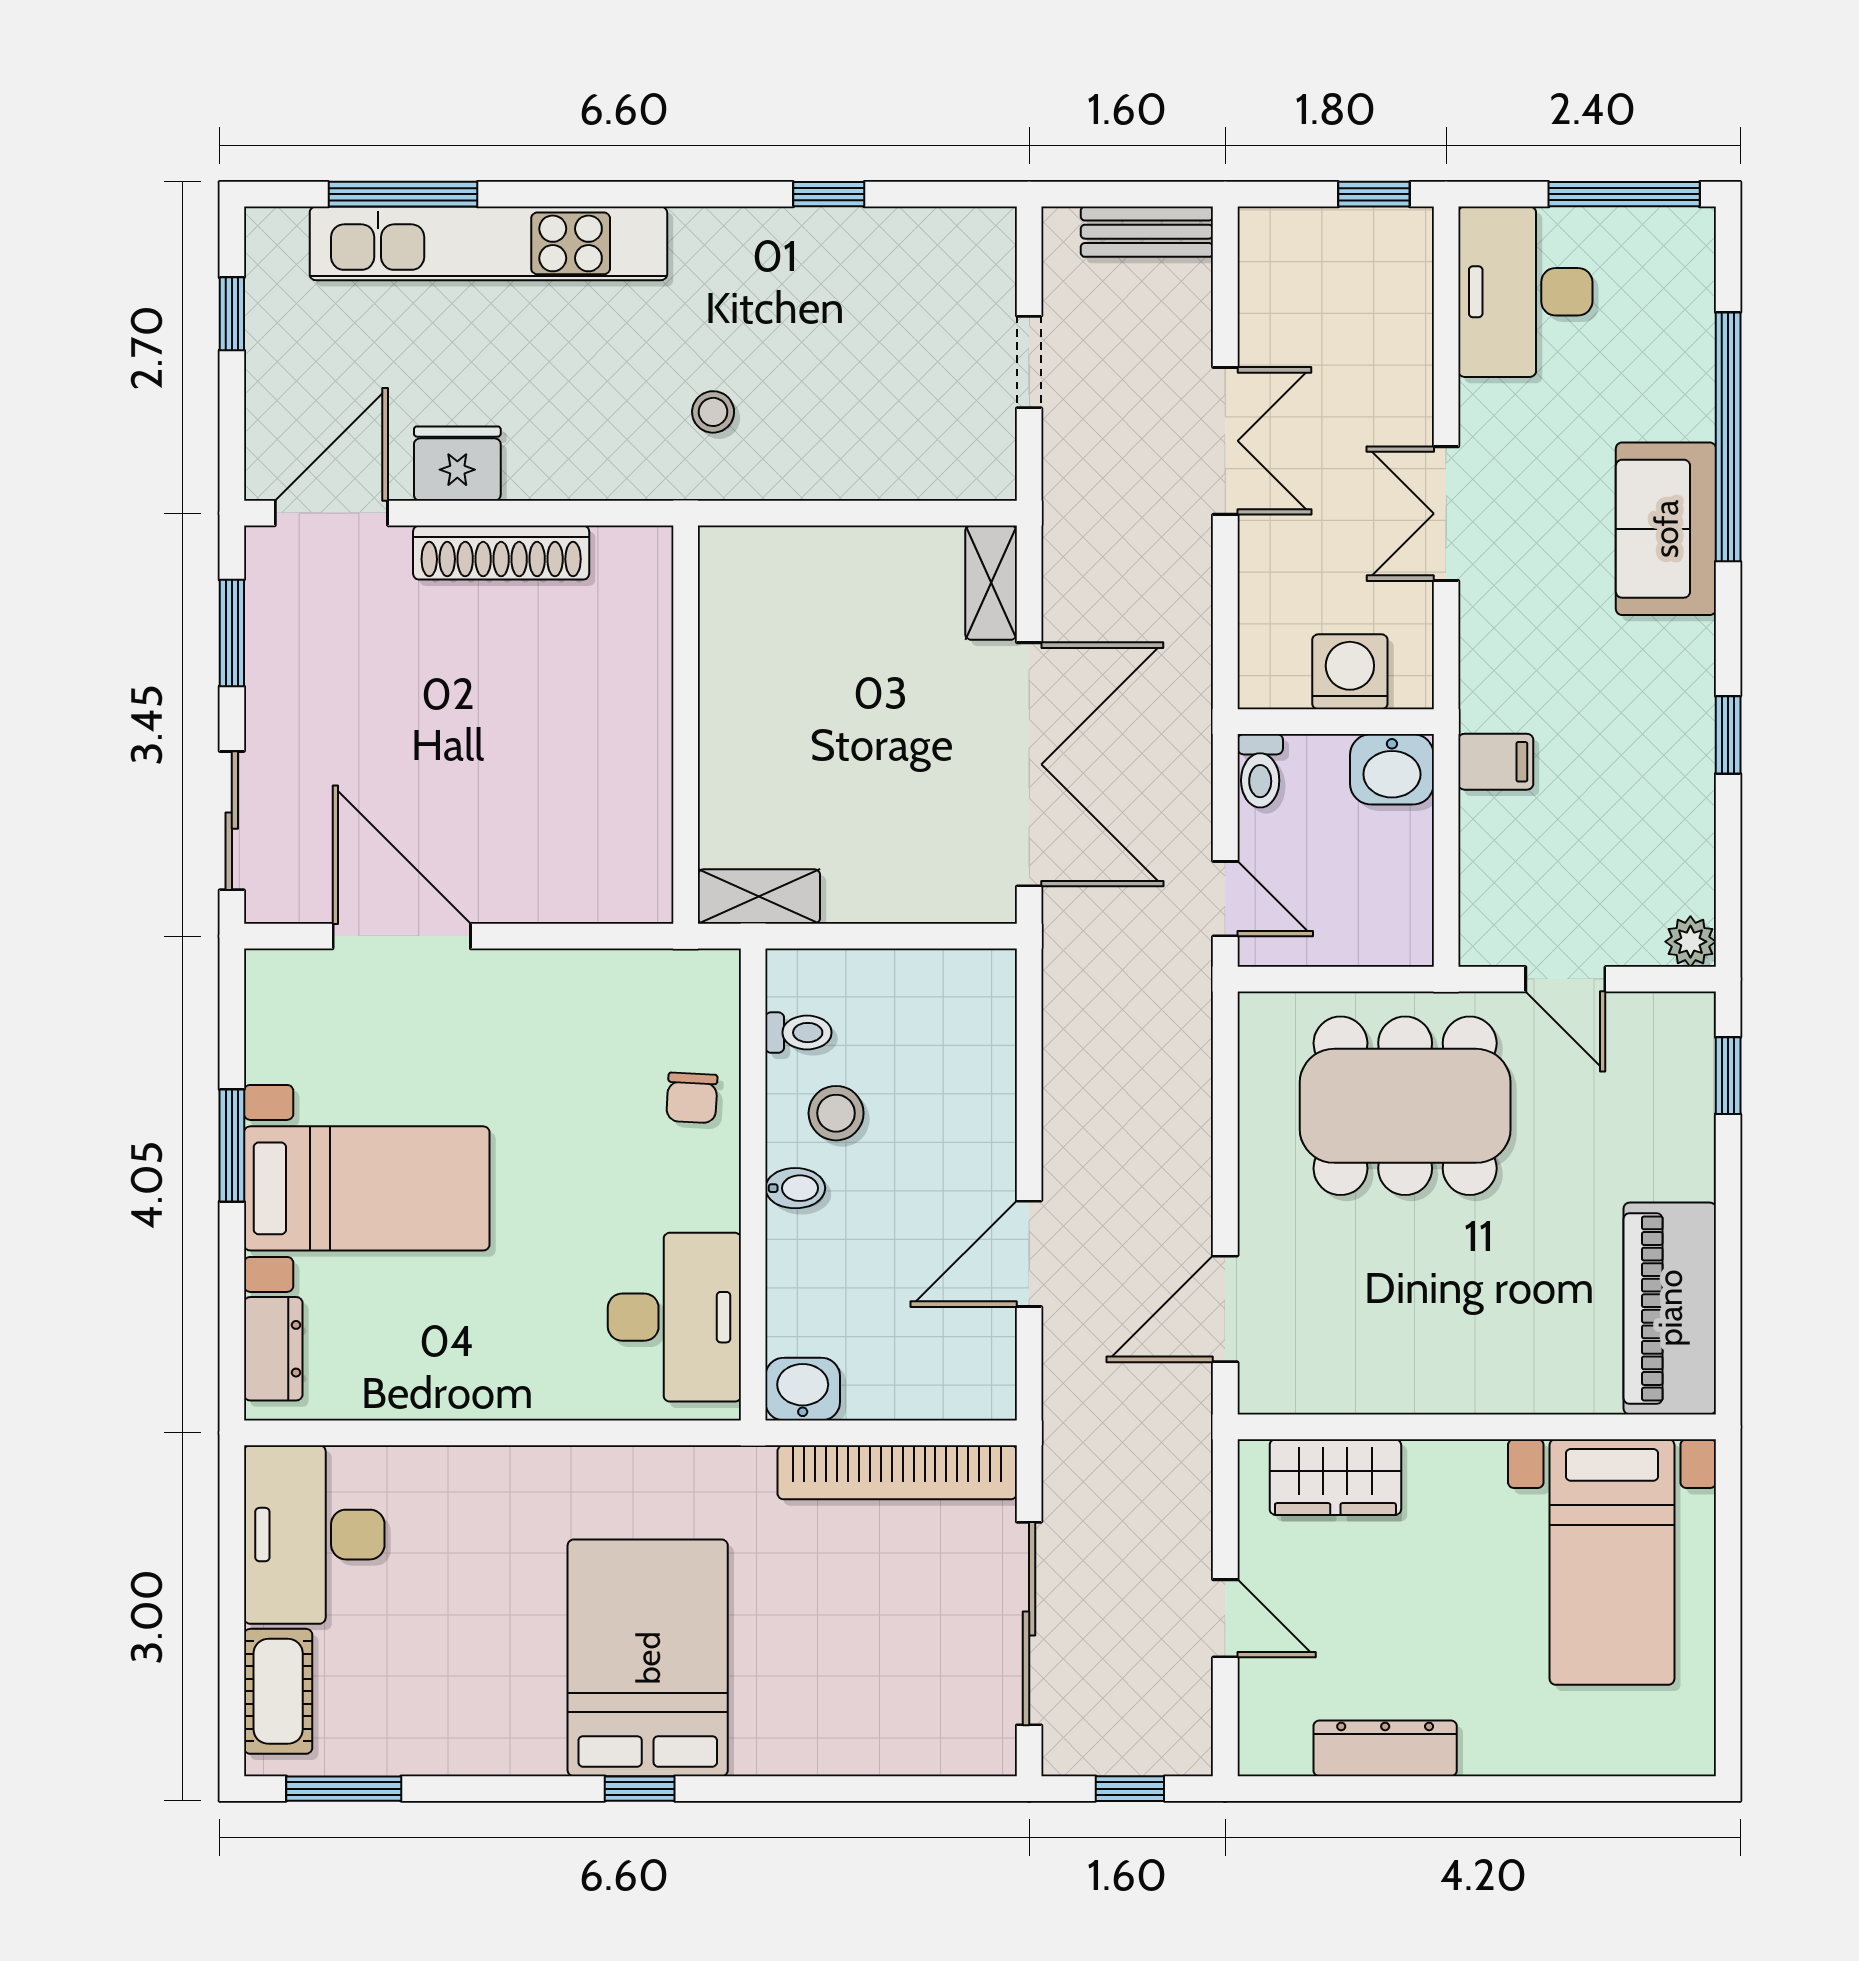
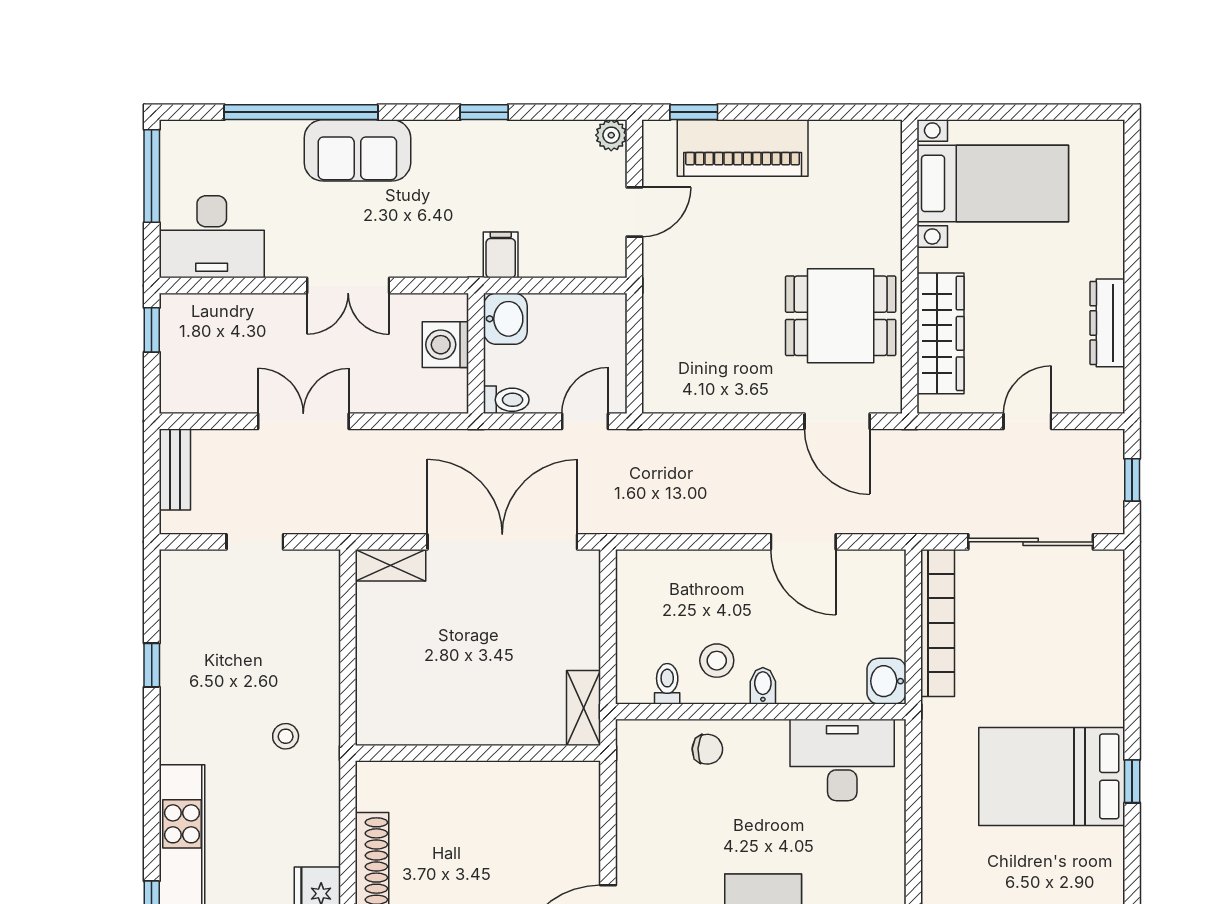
dining table: (1405, 1106) -> (841, 316), moved, width x0.73
piano: (1670, 1308) -> (743, 148), moved
wardrobe: (1335, 1477) -> (941, 333), width x1.50

